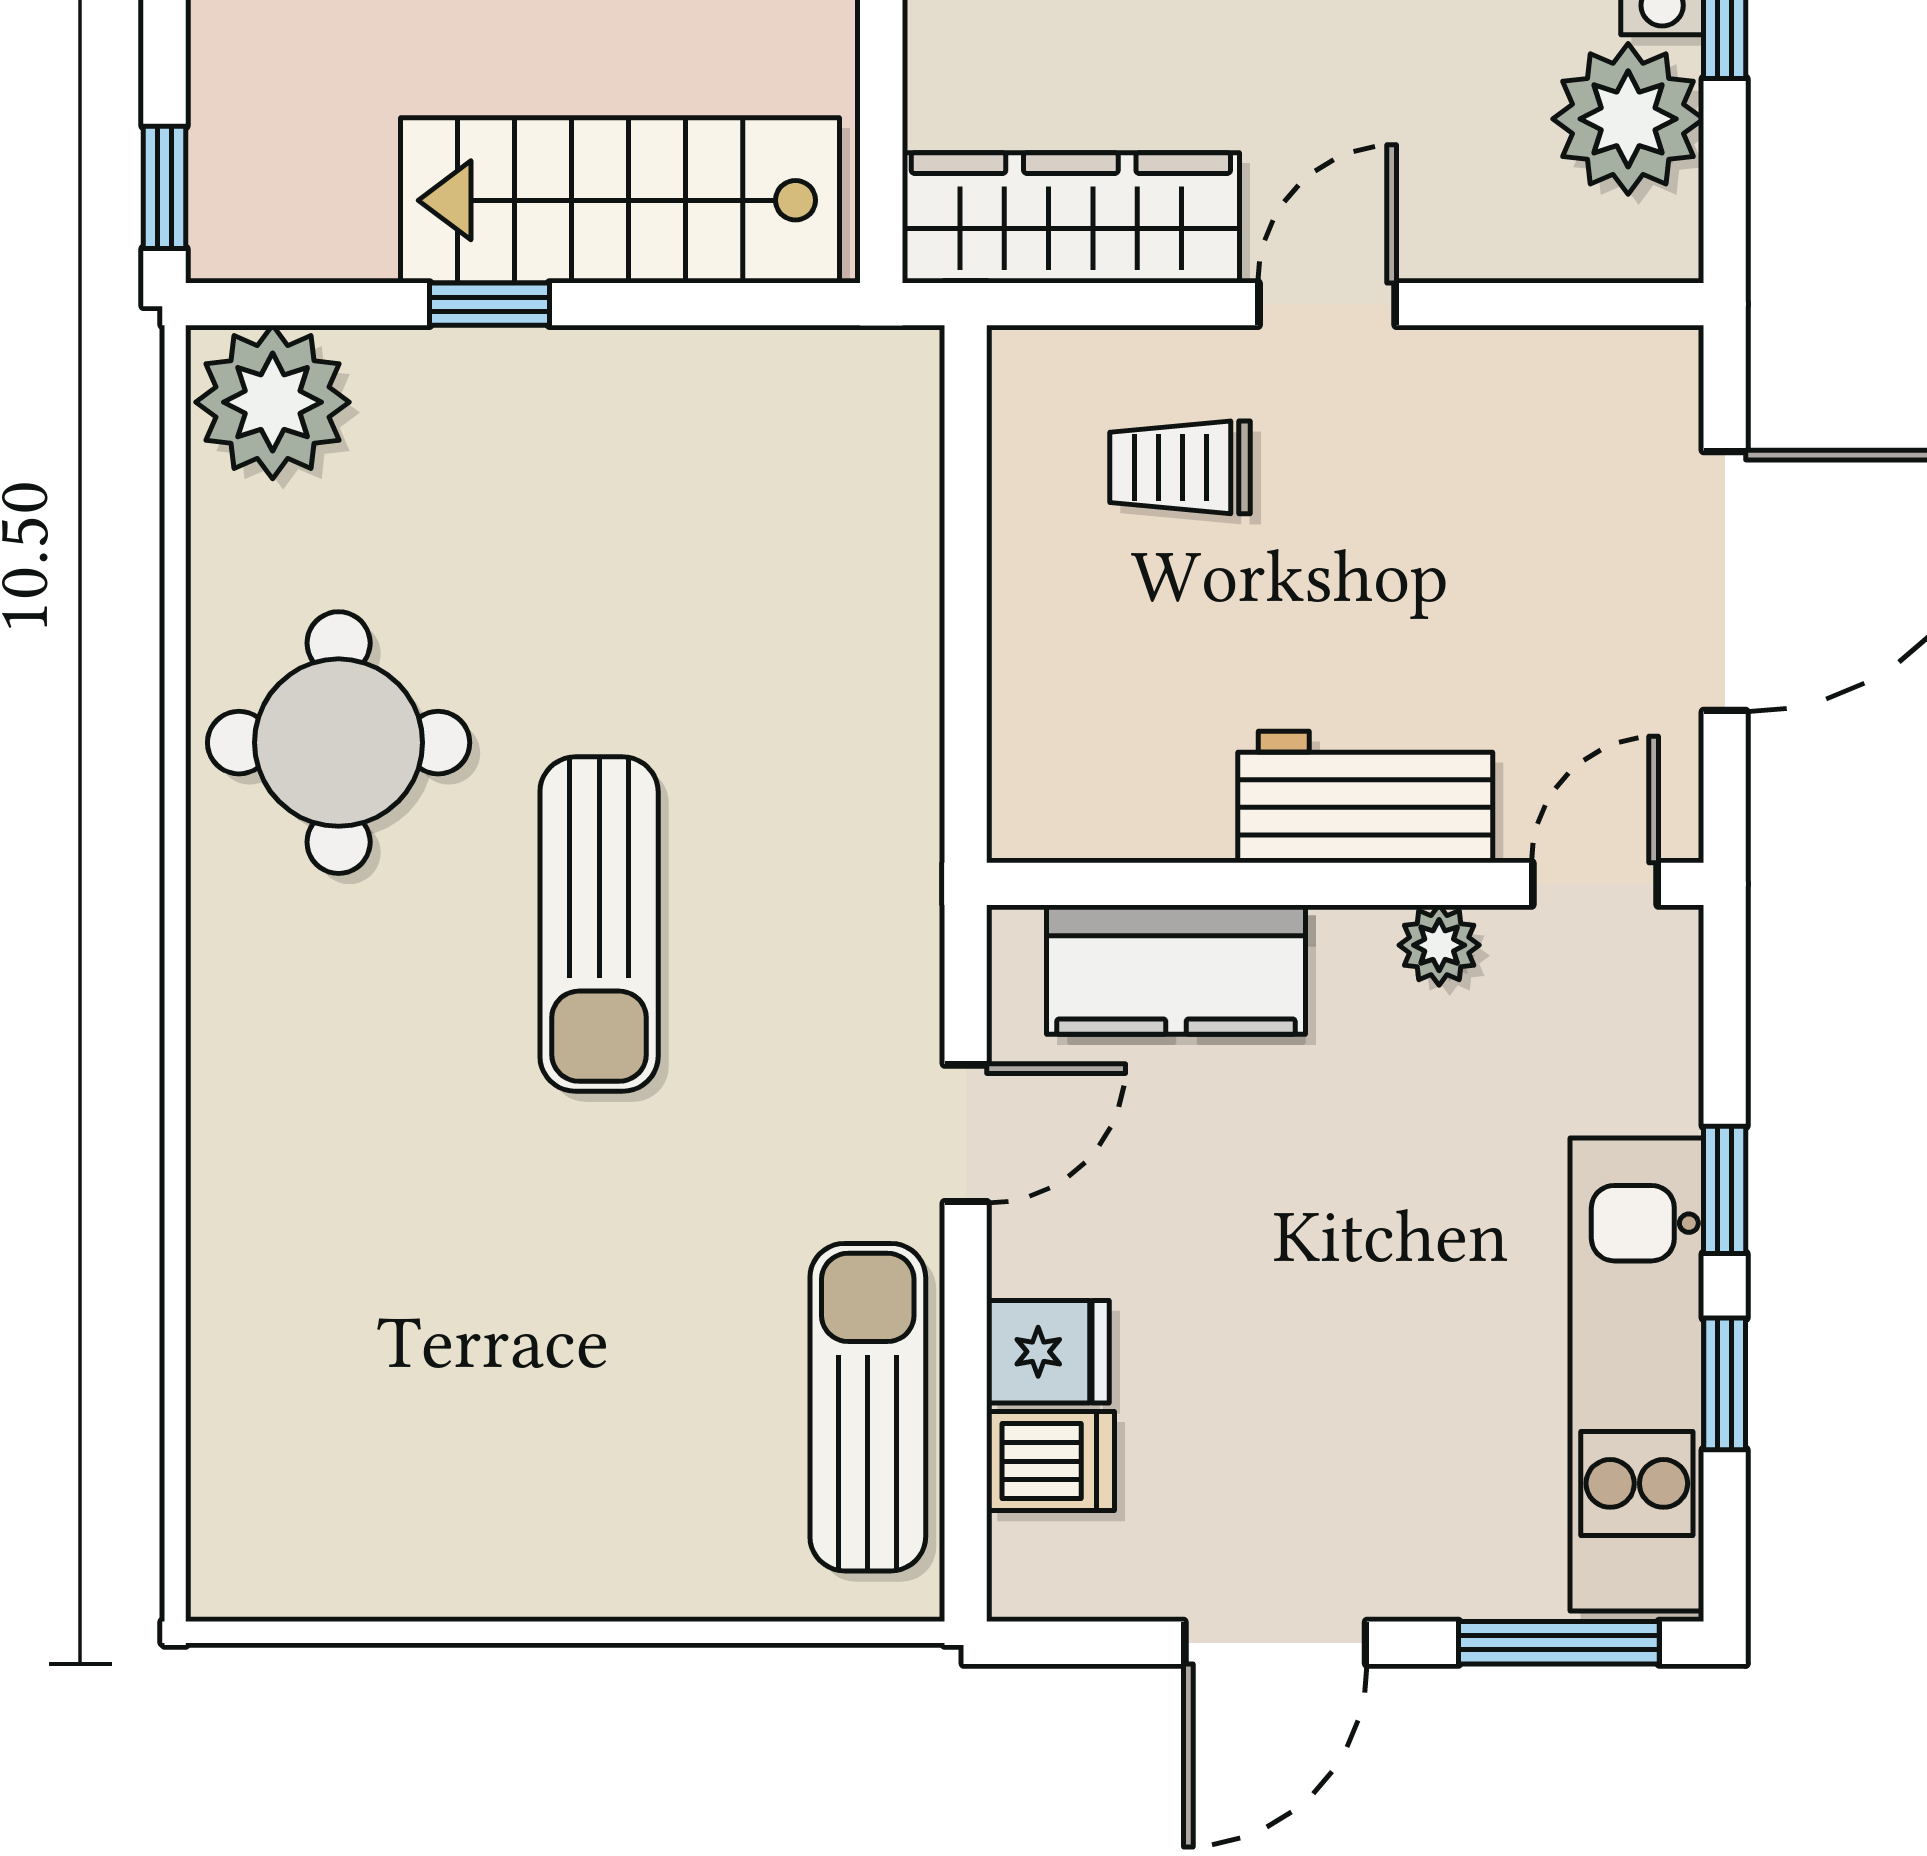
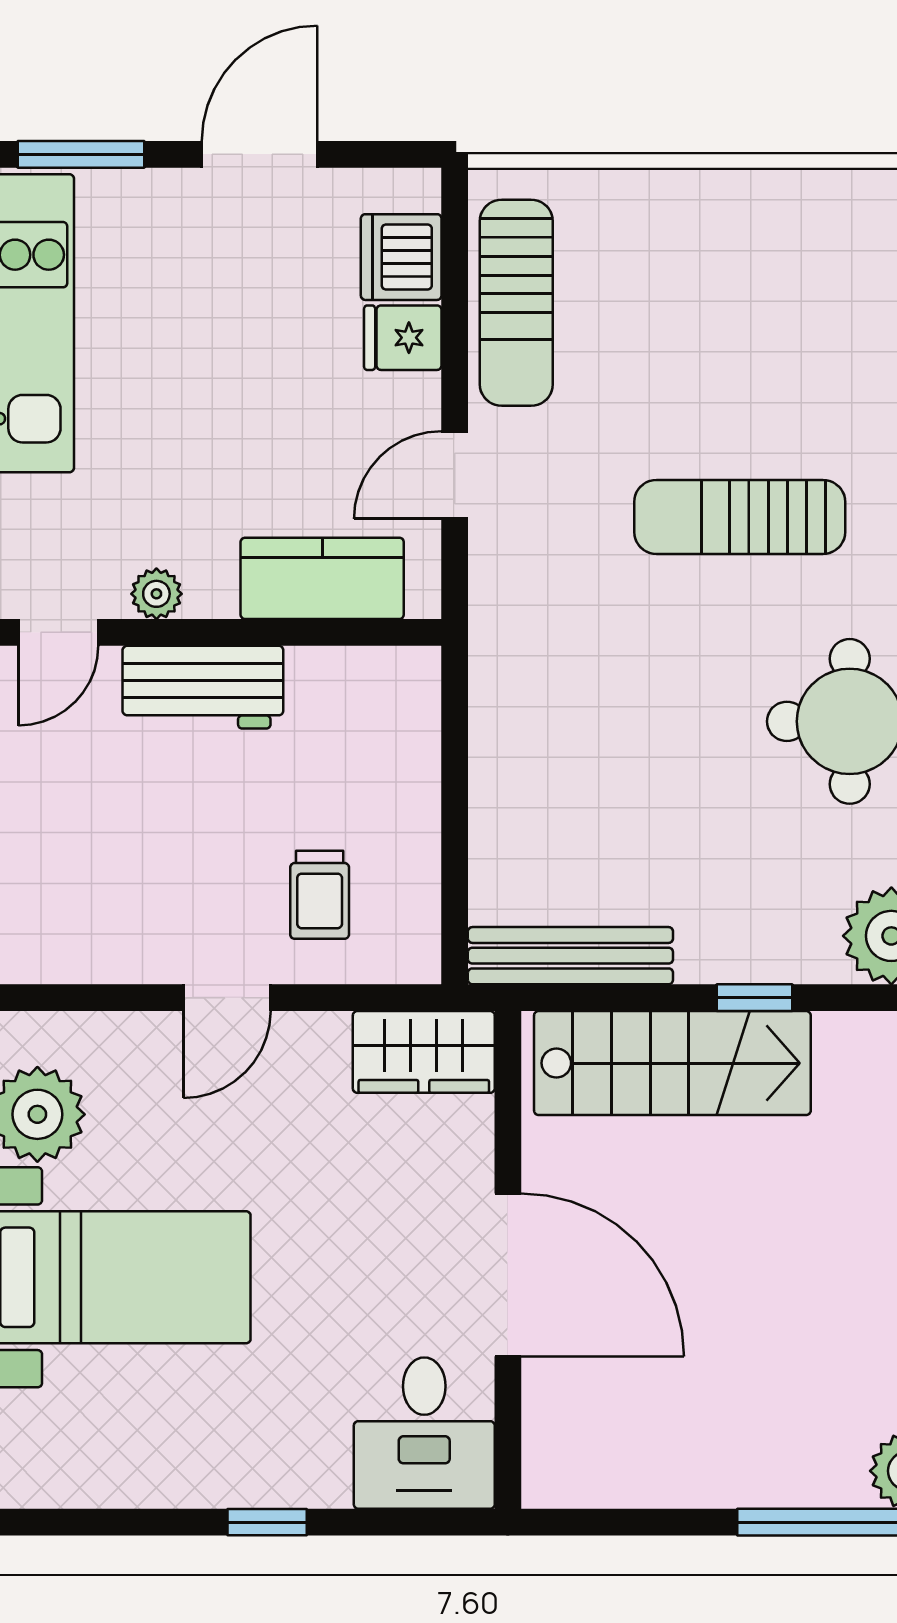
wardrobe: (1071, 218) -> (424, 1052), width x0.67
bench: (782, 371) -> (570, 956), added
trolley: (1180, 467) -> (320, 895), turned 90
sun lounger: (599, 924) -> (740, 517), moved, turned -90
dishwasher: (1051, 1461) -> (401, 257), width x1.38

